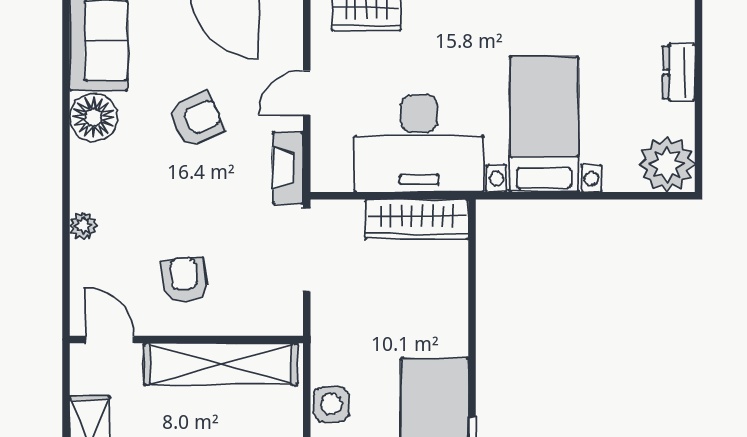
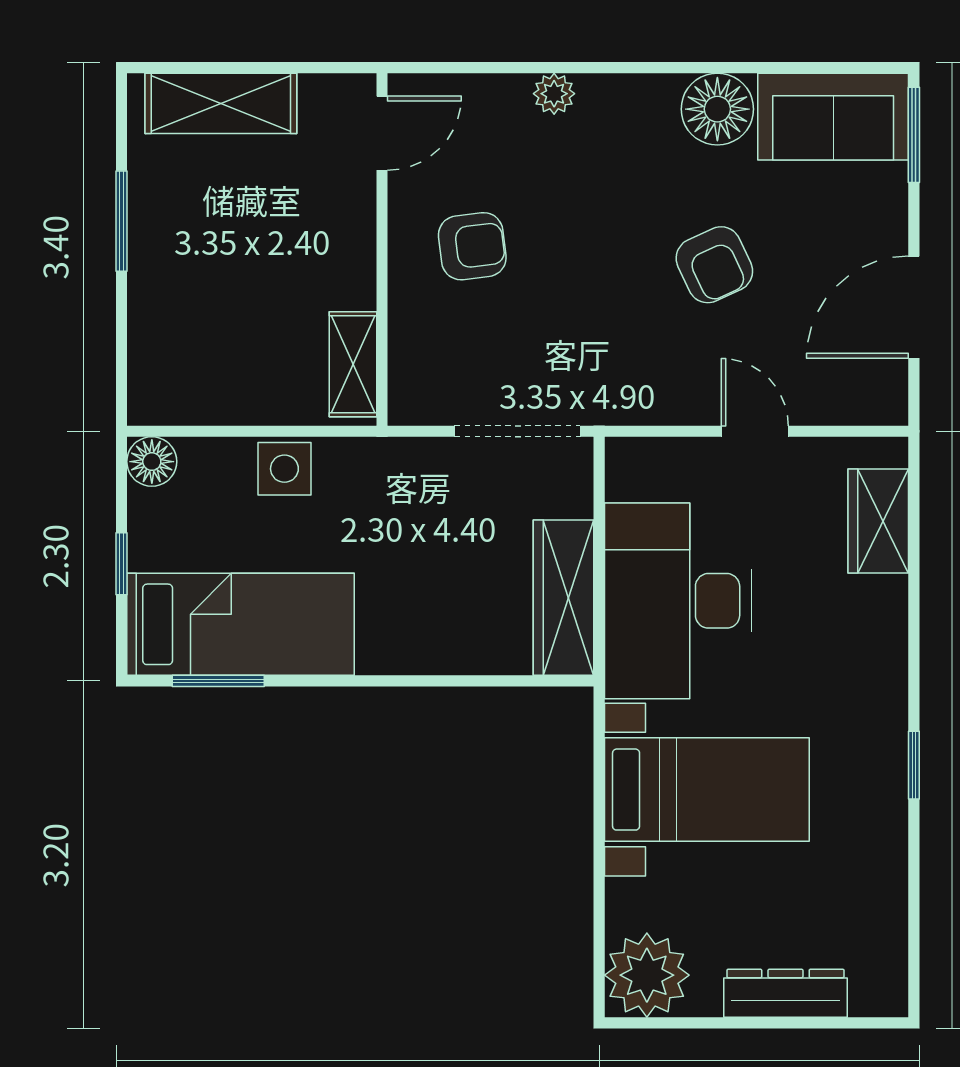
dresser: (679, 72) -> (785, 993), width x1.44
fireplace: (288, 168) -> (641, 403), removed
shelving: (221, 364) -> (353, 364), width x0.45, depth x0.75

